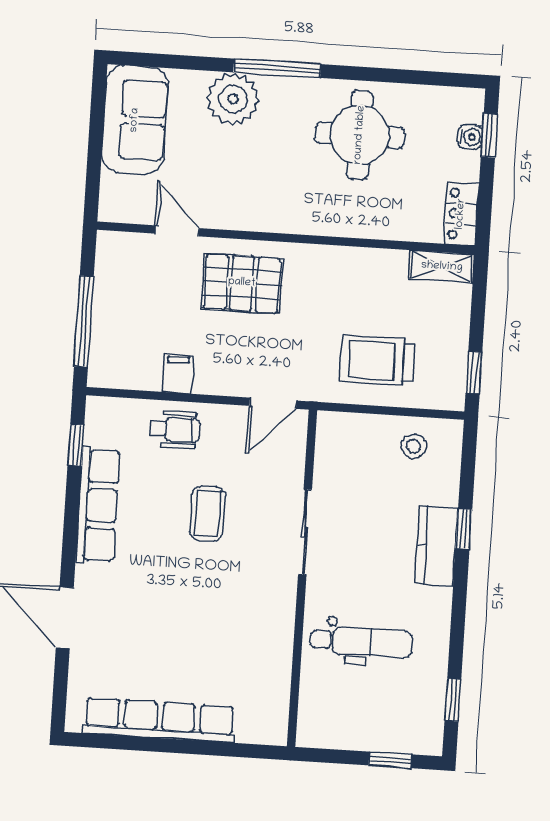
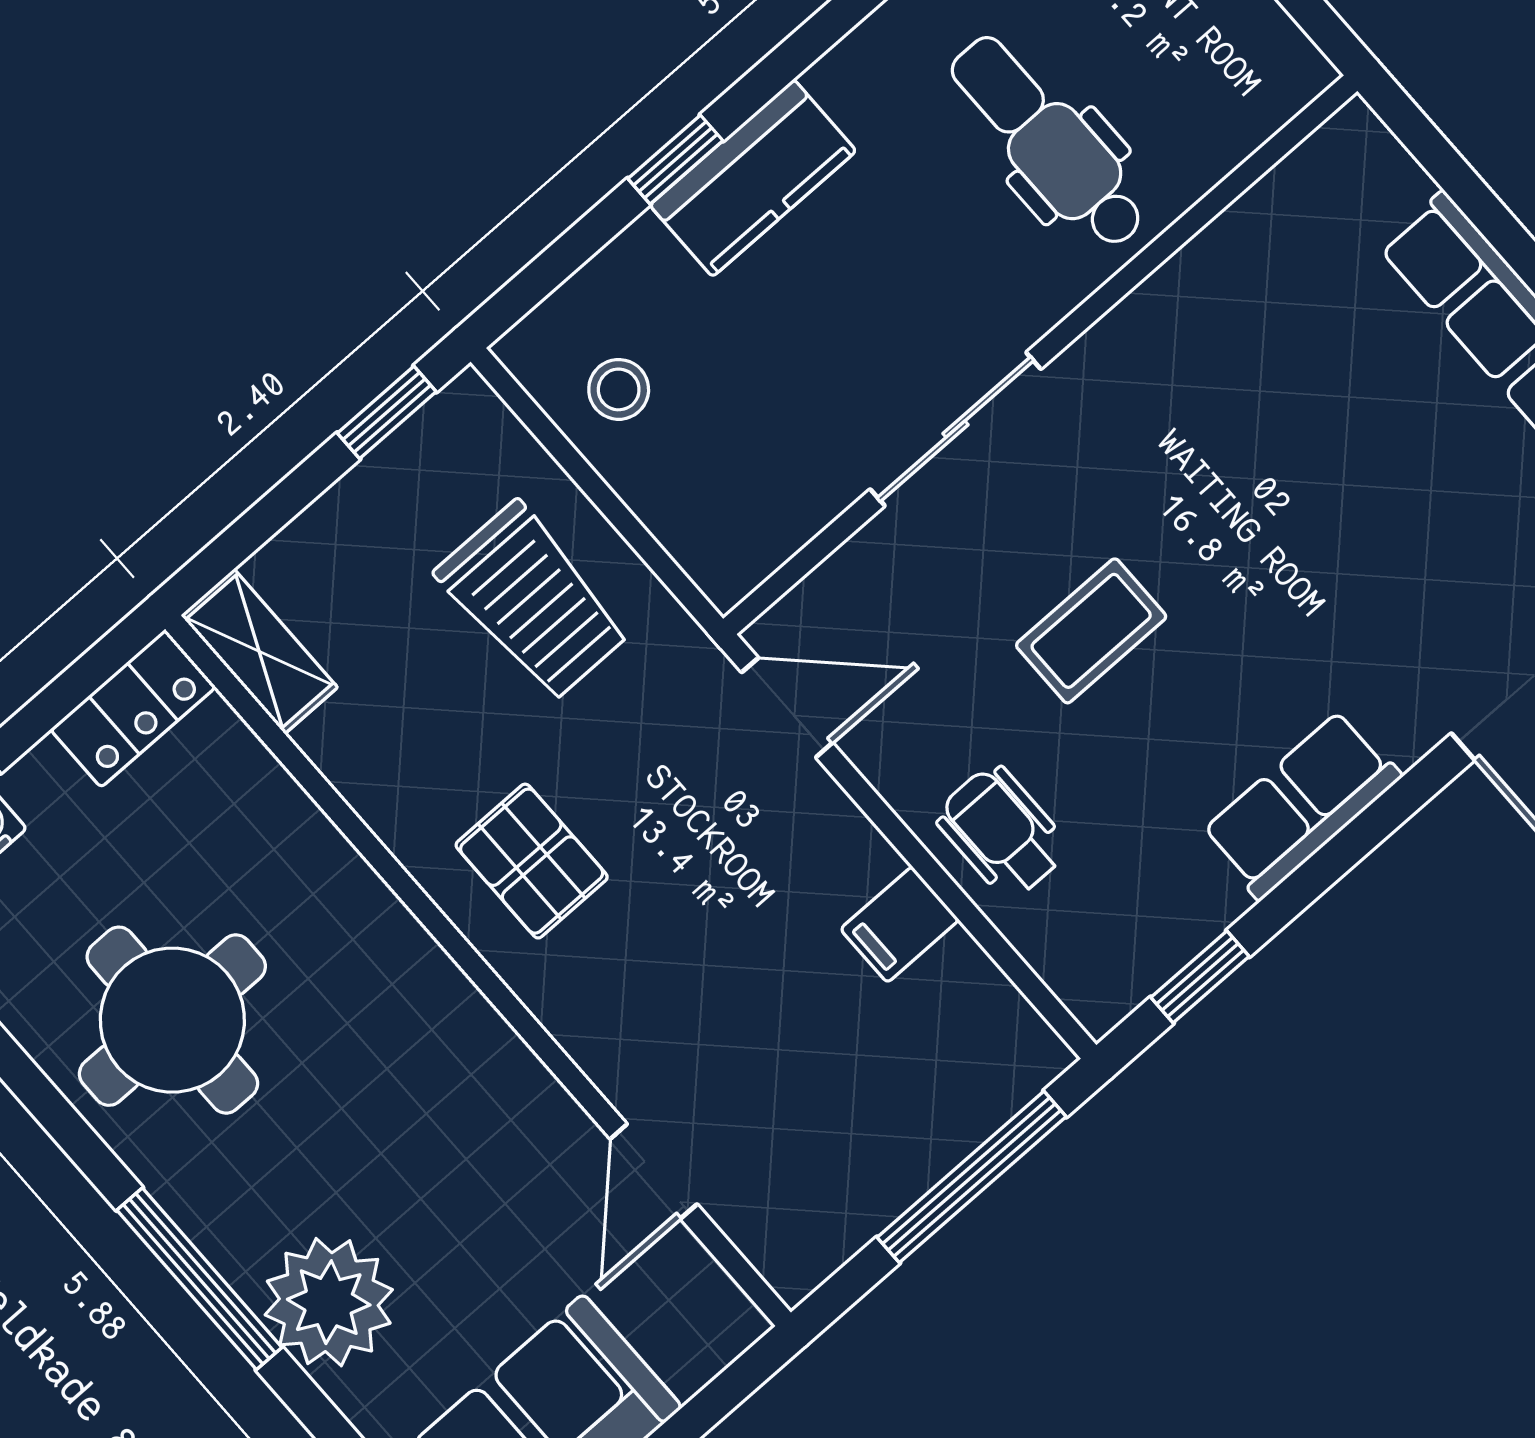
pallet: (242, 283) -> (532, 861), moved, width x0.67, depth x0.71
row of seats: (98, 505) -> (1301, 805), width x0.68

